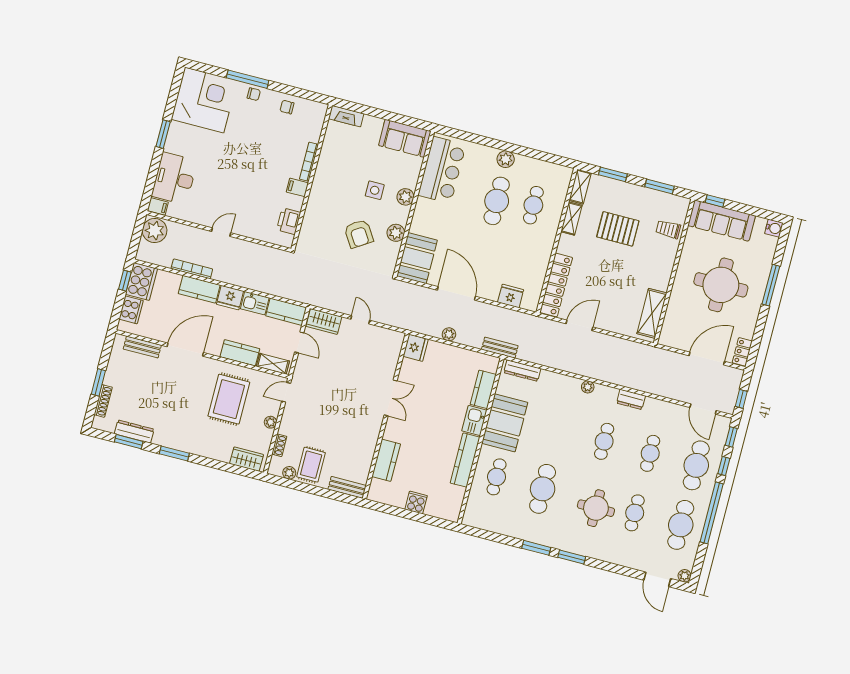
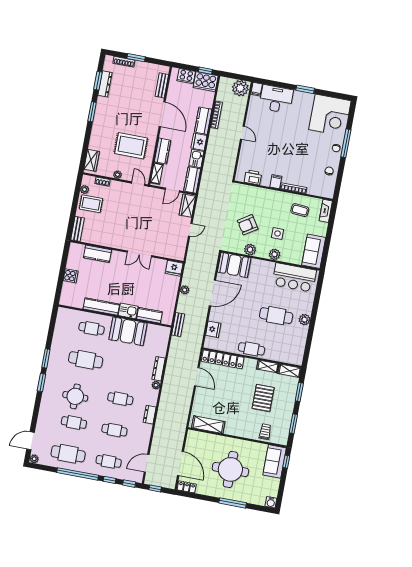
coffee table: (342, 155) -> (300, 210), added
cafe table: (533, 205) -> (251, 349), moved
sofa: (722, 221) -> (275, 461), width x0.73
dresser: (522, 371) -> (159, 369), moved
cafe table: (696, 465) -> (109, 461), width x0.73, depth x0.74

